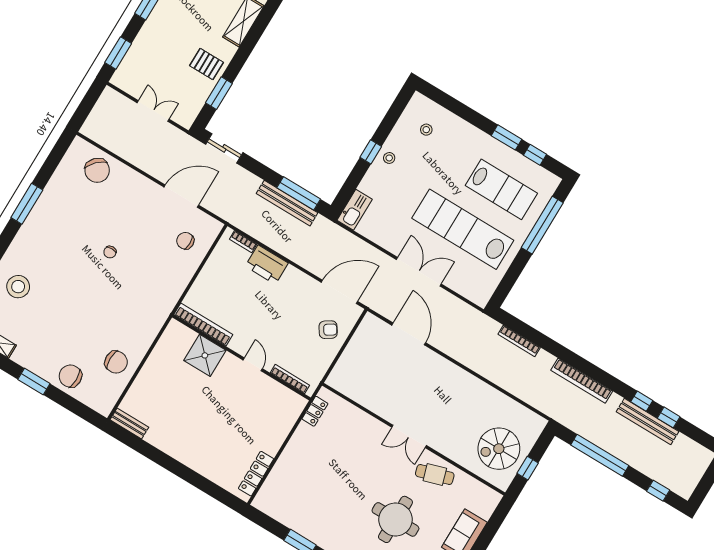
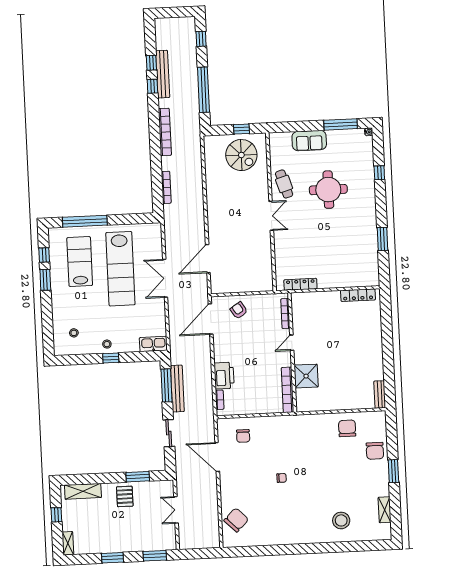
sliding door: (224, 148) -> (169, 433), moved
window: (27, 204) -> (286, 550), removed
door: (339, 292) -> (211, 319), hinge flipped
locker: (315, 411) -> (300, 284), width x1.53

